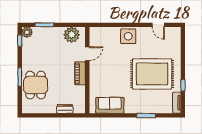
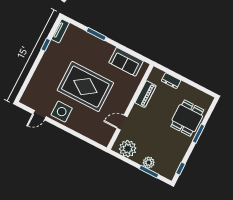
door: (158, 25) -> (40, 115), swing flipped
plant: (27, 32) -> (149, 163), moved
side table: (128, 36) -> (62, 112), moved
piano: (80, 73) -> (146, 94), moved
rug: (152, 74) -> (85, 87), moved

